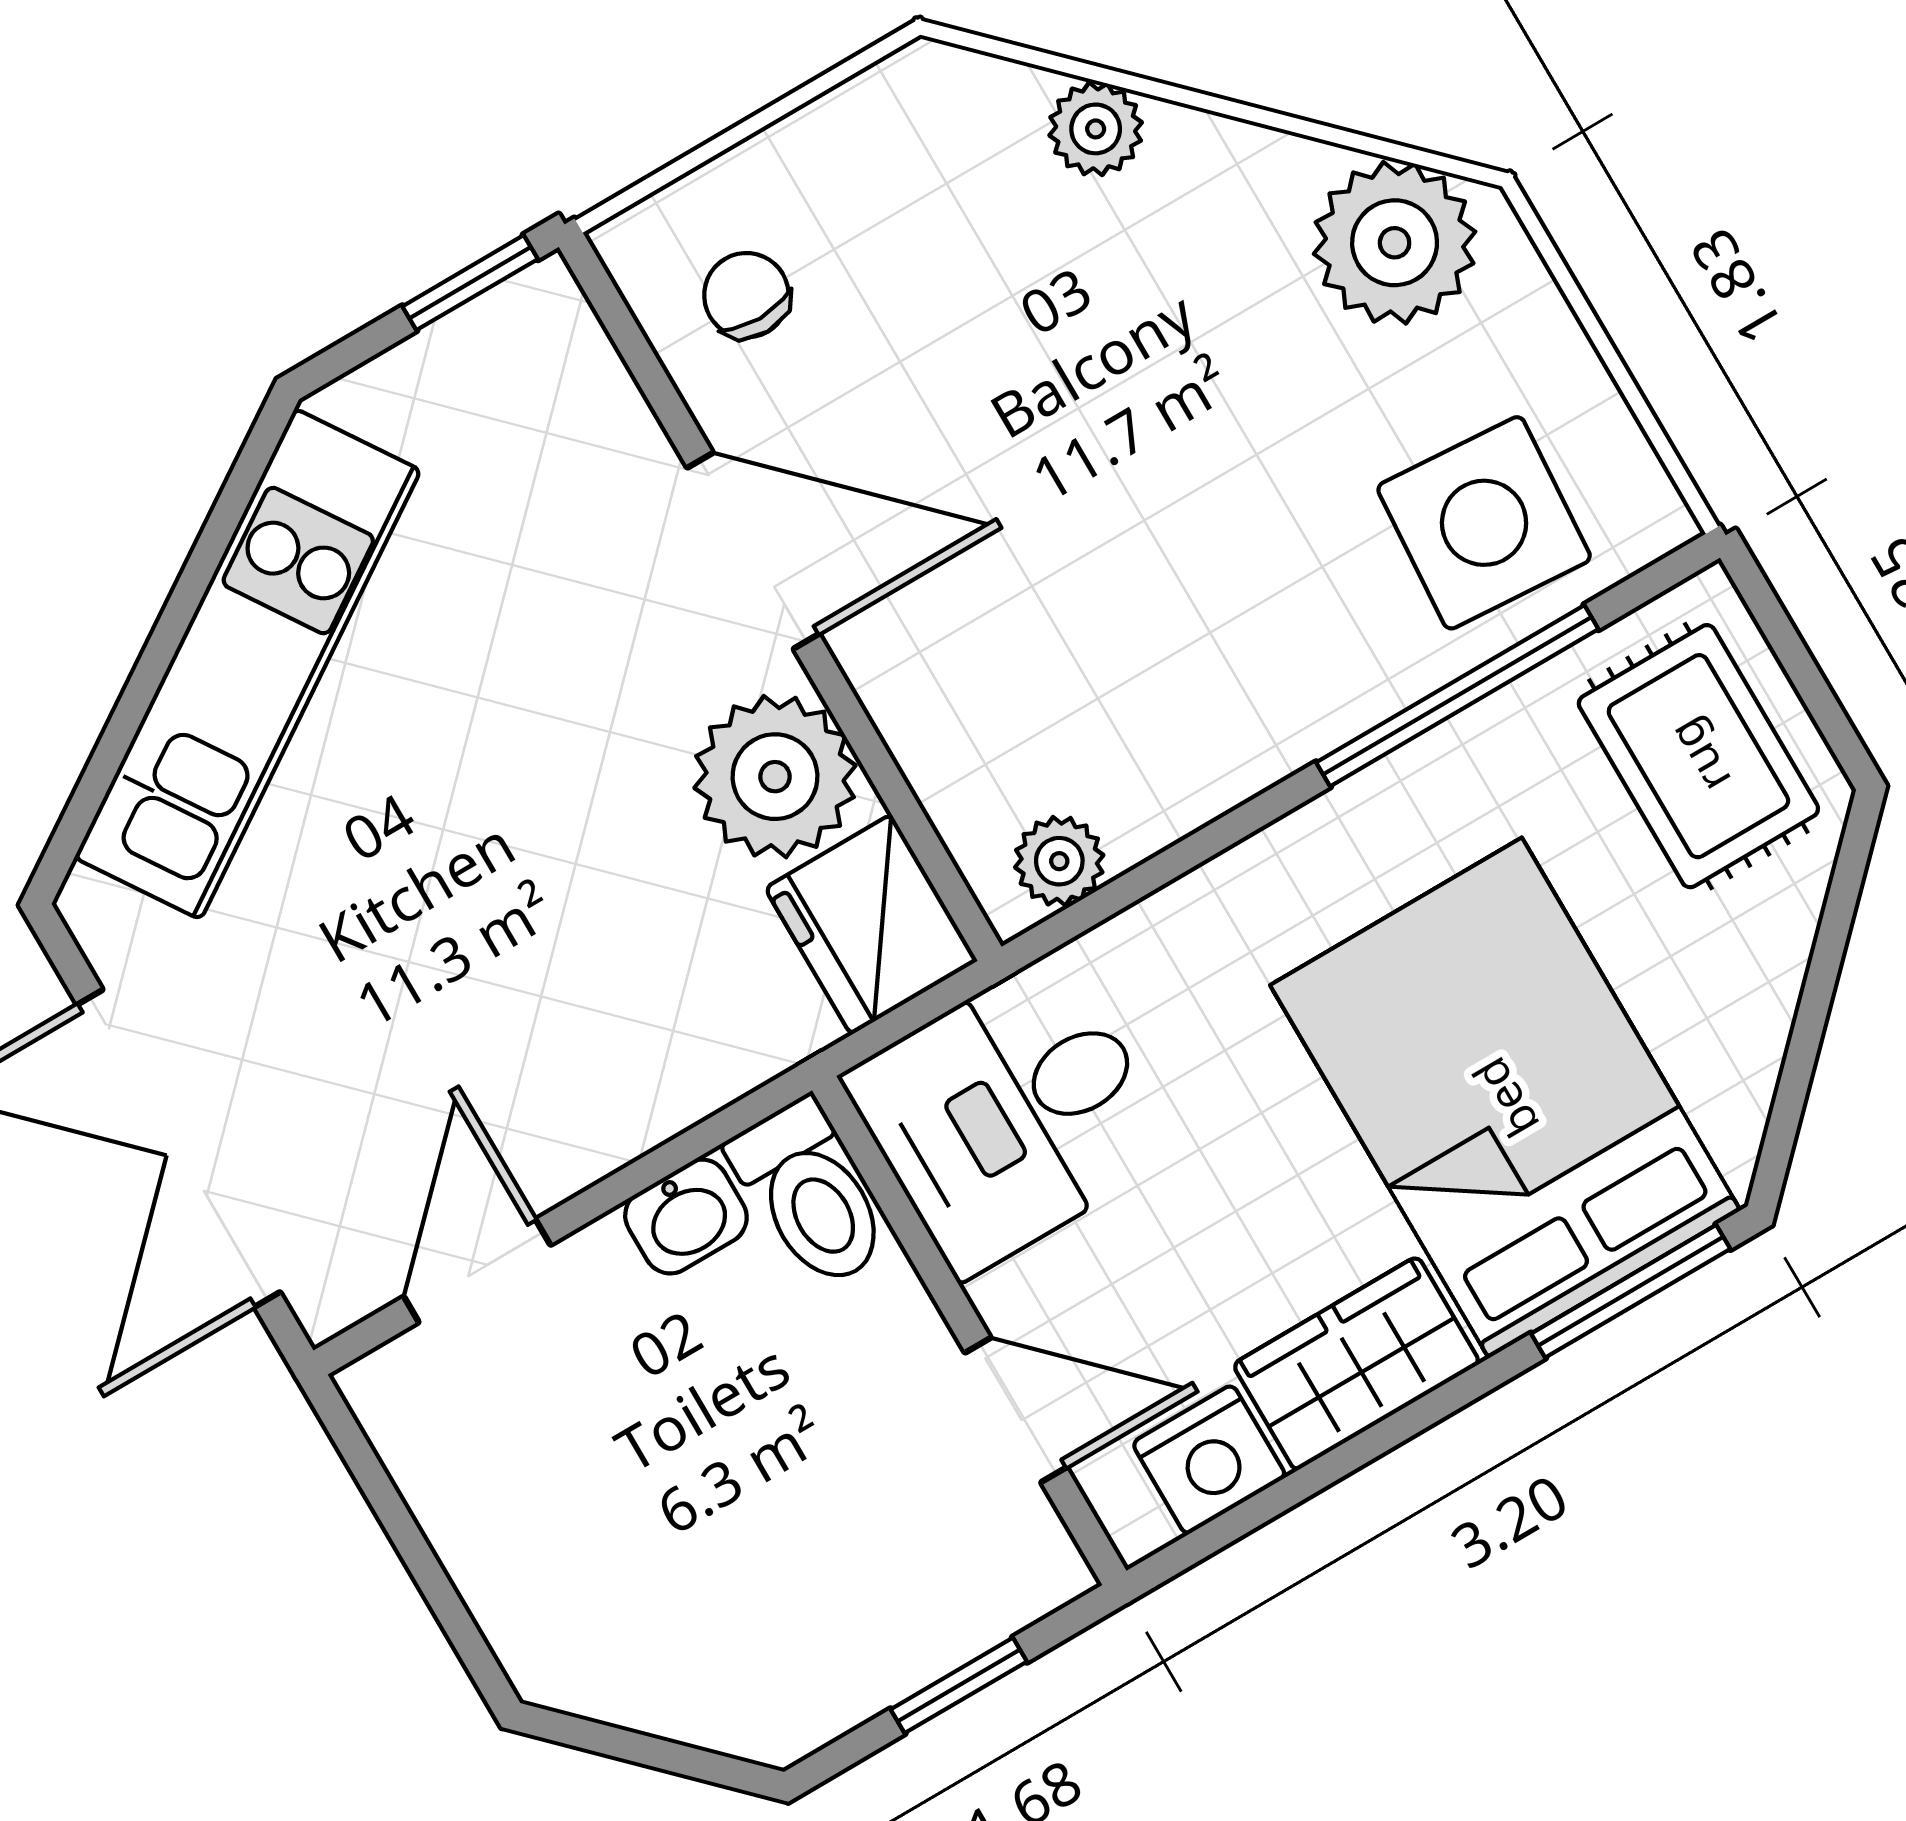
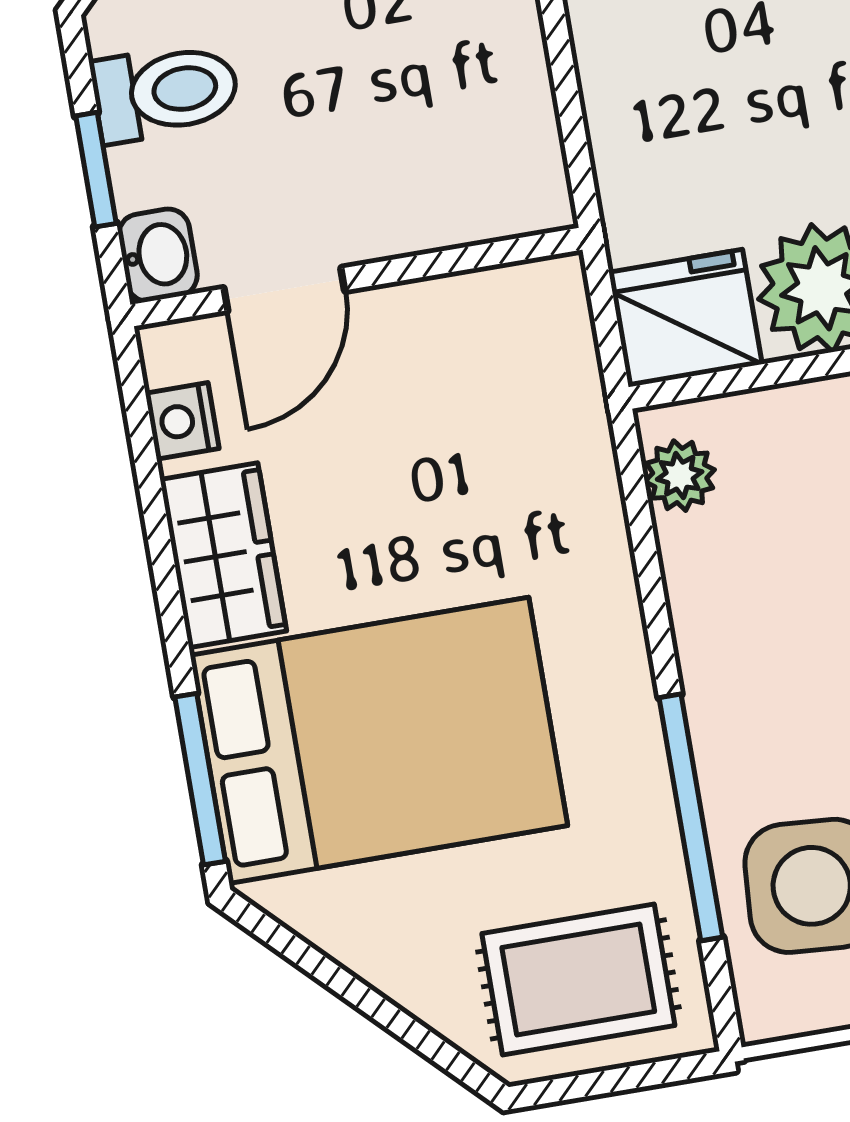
desk: (1010, 1115) -> (505, 368), removed
toilet: (811, 1194) -> (165, 92), moved, turned 180
washbasin: (686, 1216) -> (158, 255), moved, turned 180
nightstand: (1209, 1460) -> (182, 421), width x0.72, depth x0.74

